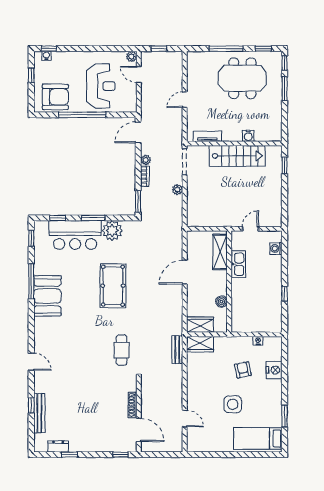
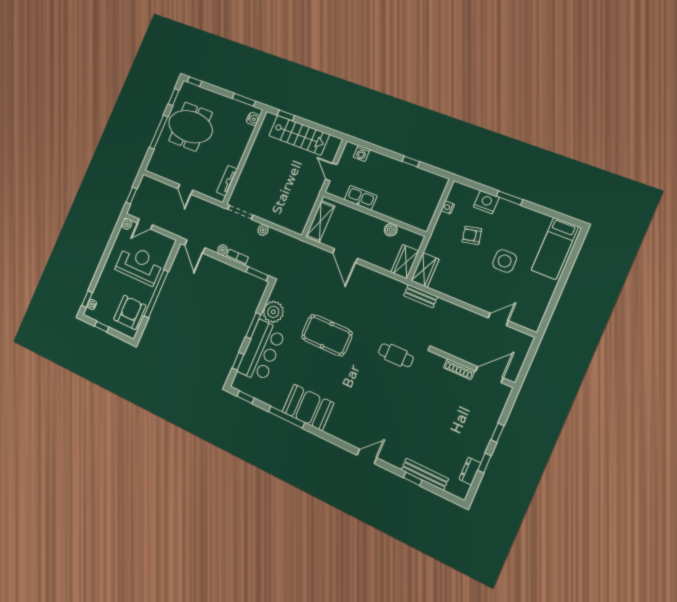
meeting table: (242, 78) -> (190, 127), turned 90
window: (285, 89) -> (244, 100), moved
water cooler: (248, 136) -> (253, 119), moved
stairs: (237, 156) -> (299, 135), moved, turned 90
shelving: (220, 252) -> (320, 221), moved, turned 90
window: (285, 416) -> (509, 198), moved
window: (121, 455) -> (497, 433), moved

